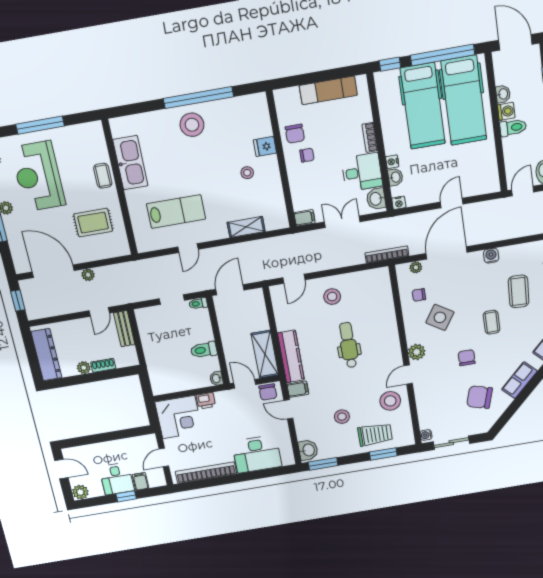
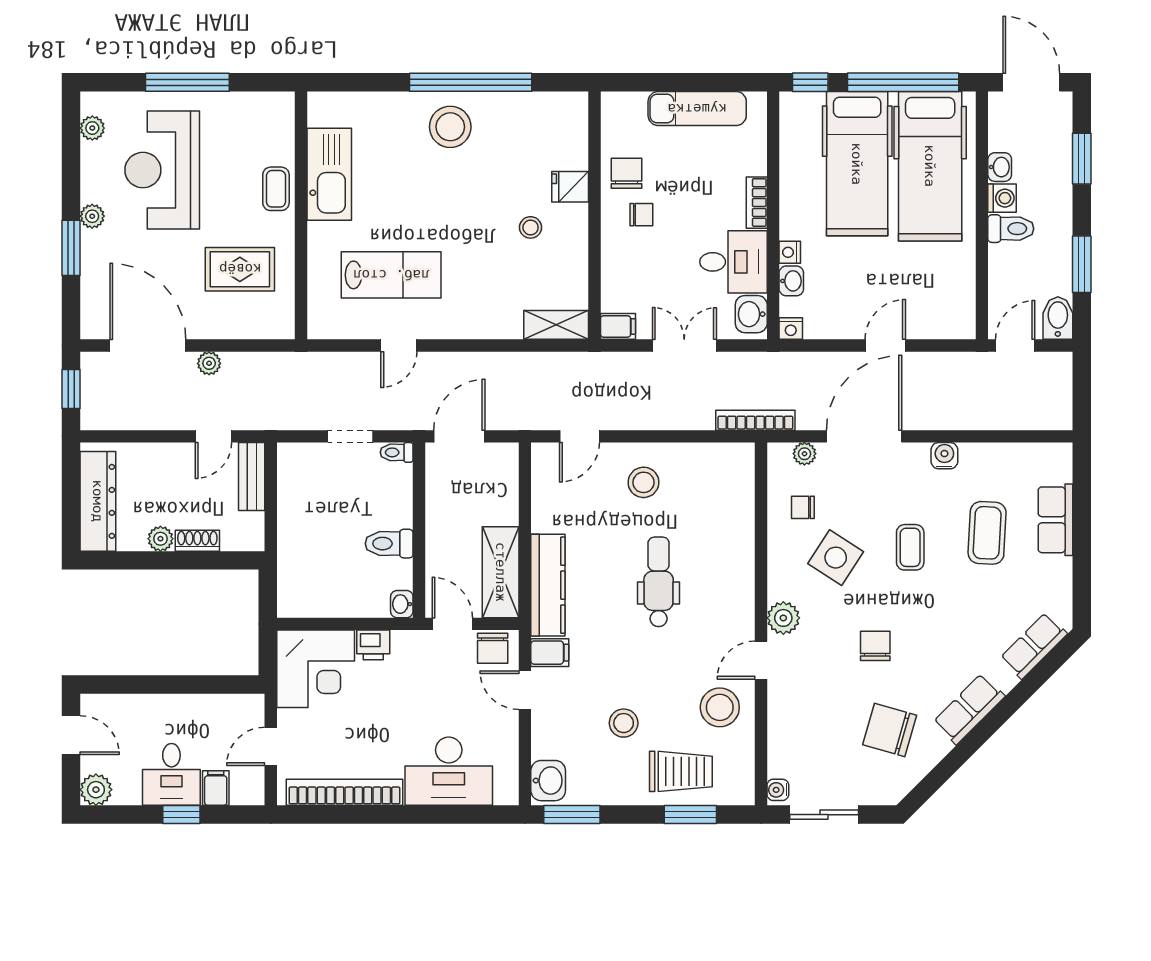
chair: (295, 134) -> (626, 173), turned 180
shelving: (246, 227) -> (556, 325), moved
coffee table: (492, 322) -> (910, 547), moved

